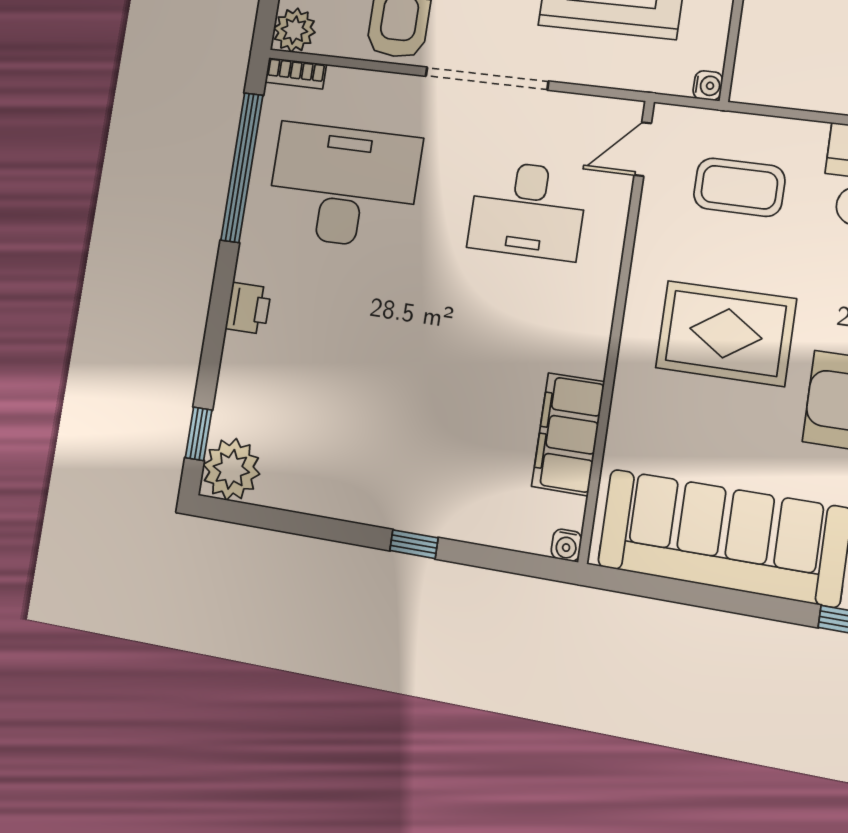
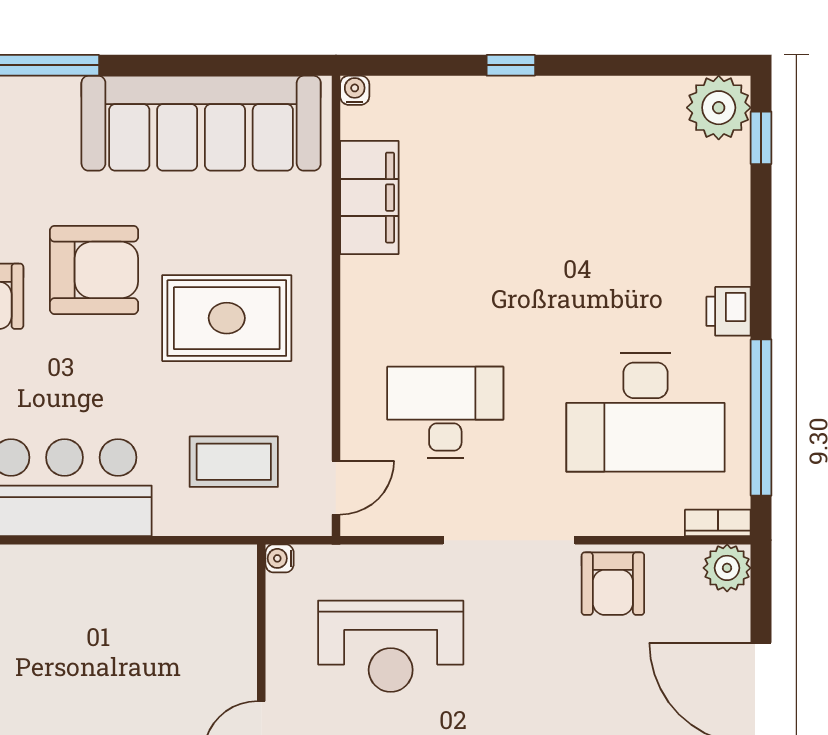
printer: (248, 308) -> (729, 311), moved

